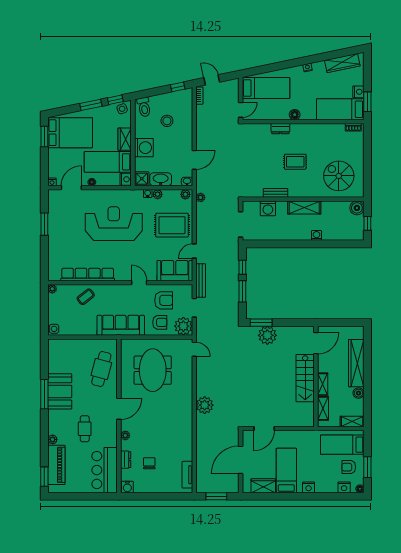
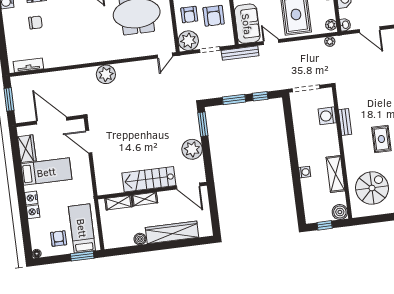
shelving: (304, 208) -> (335, 174), moved
plant: (267, 335) -> (192, 149), moved
shelving: (352, 421) -> (108, 236), removed
window: (367, 467) -> (82, 256), moved
nightstand: (344, 487) -> (33, 212), moved

